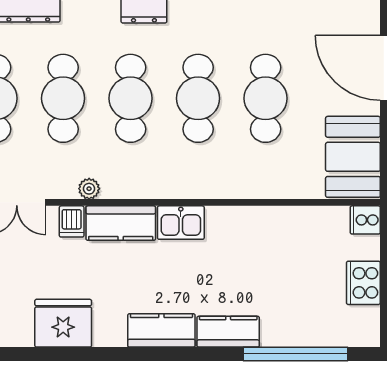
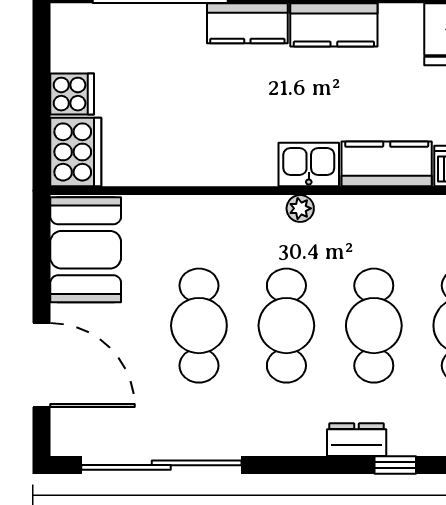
plant: (89, 189) -> (300, 208), moved
cooker: (365, 220) -> (76, 152), width x1.87, depth x1.31
cooker: (363, 283) -> (72, 94), width x0.73

